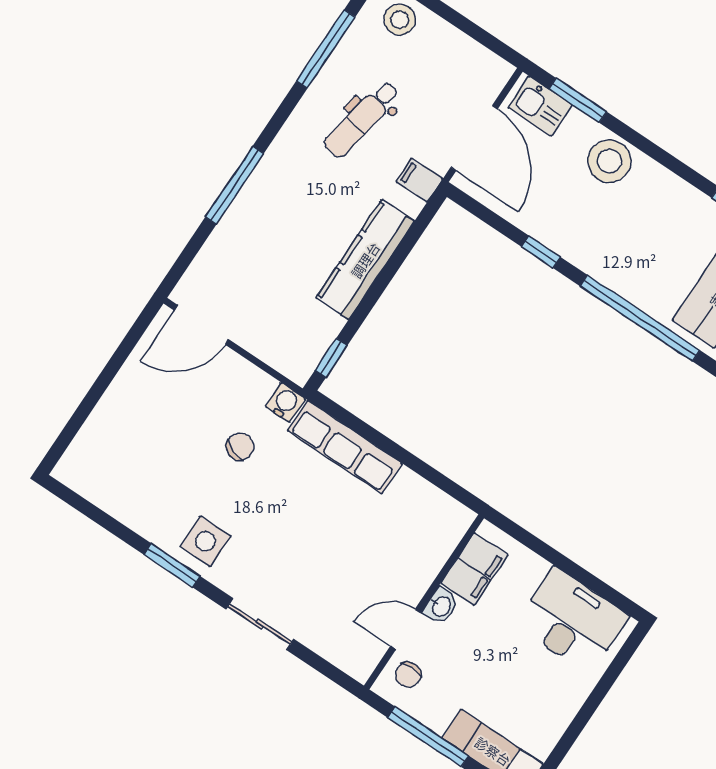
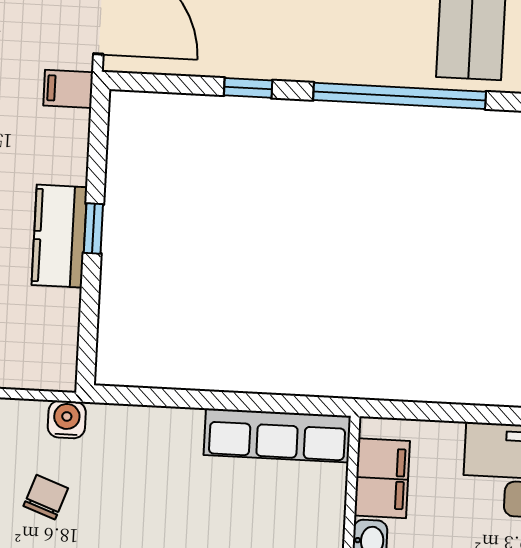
kitchen counter: (365, 260) -> (59, 236), width x0.67
window: (331, 358) -> (93, 229), moved
row of seats: (345, 447) -> (277, 435), moved

